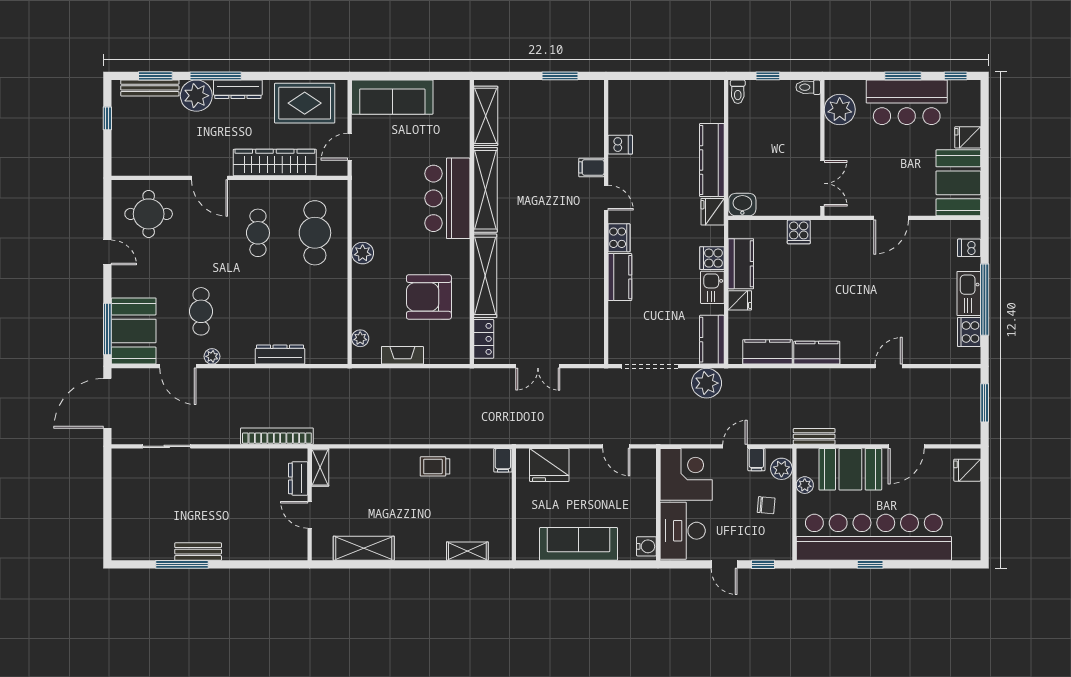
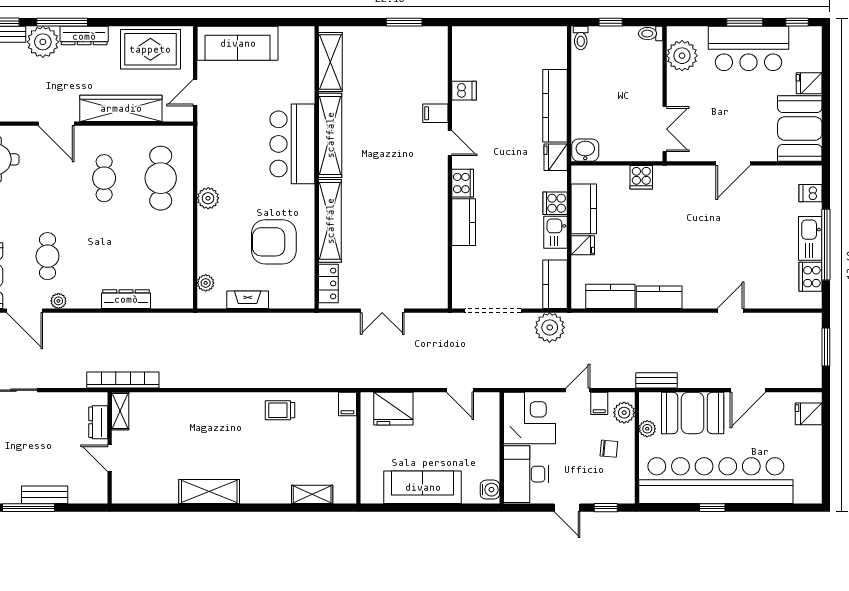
shelving: (320, 467) -> (120, 411), moved
dresser: (298, 479) -> (98, 422), moved
wall: (310, 504) -> (110, 448), moved
door: (310, 515) -> (110, 458), moved

